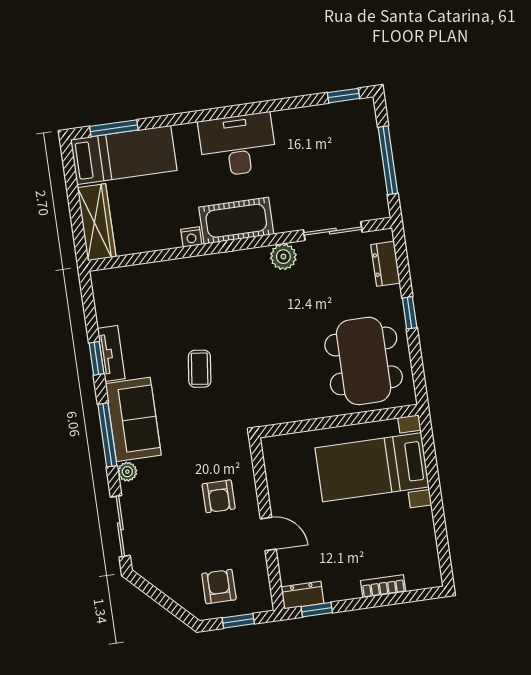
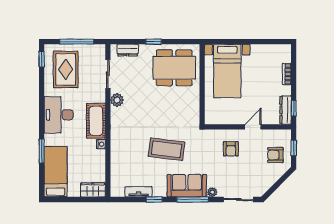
window: (114, 128) -> (42, 151), moved
rug: (330, 146) -> (66, 69), added
wardrobe: (97, 222) -> (93, 190), width x0.67
tv unit: (111, 354) -> (139, 192), moved
coffee table: (200, 369) -> (166, 149), width x1.86, depth x1.72
armchair: (219, 496) -> (231, 149), turned 90
dresser: (302, 595) -> (286, 110), width x1.44

